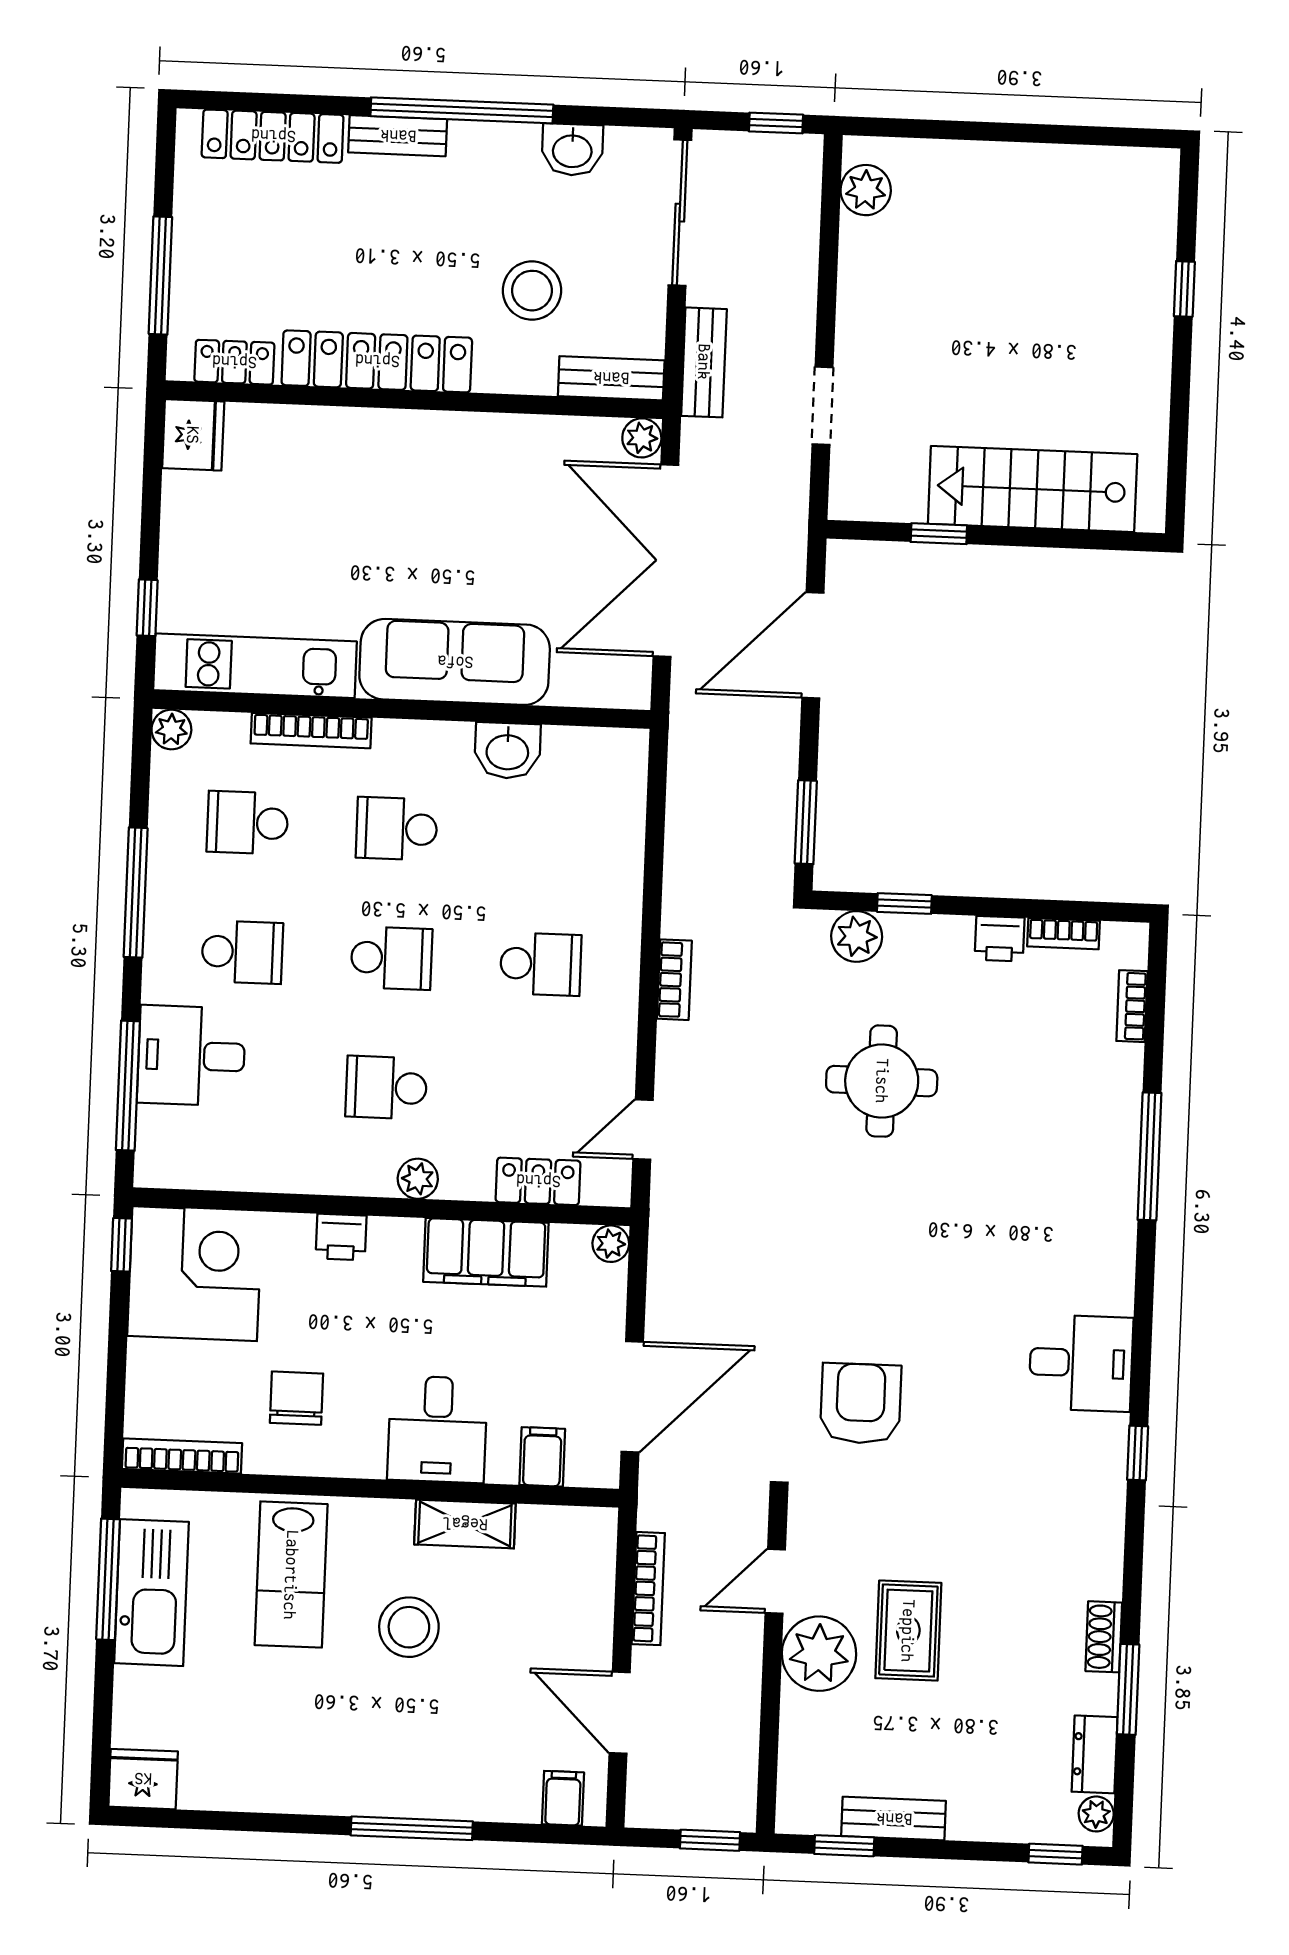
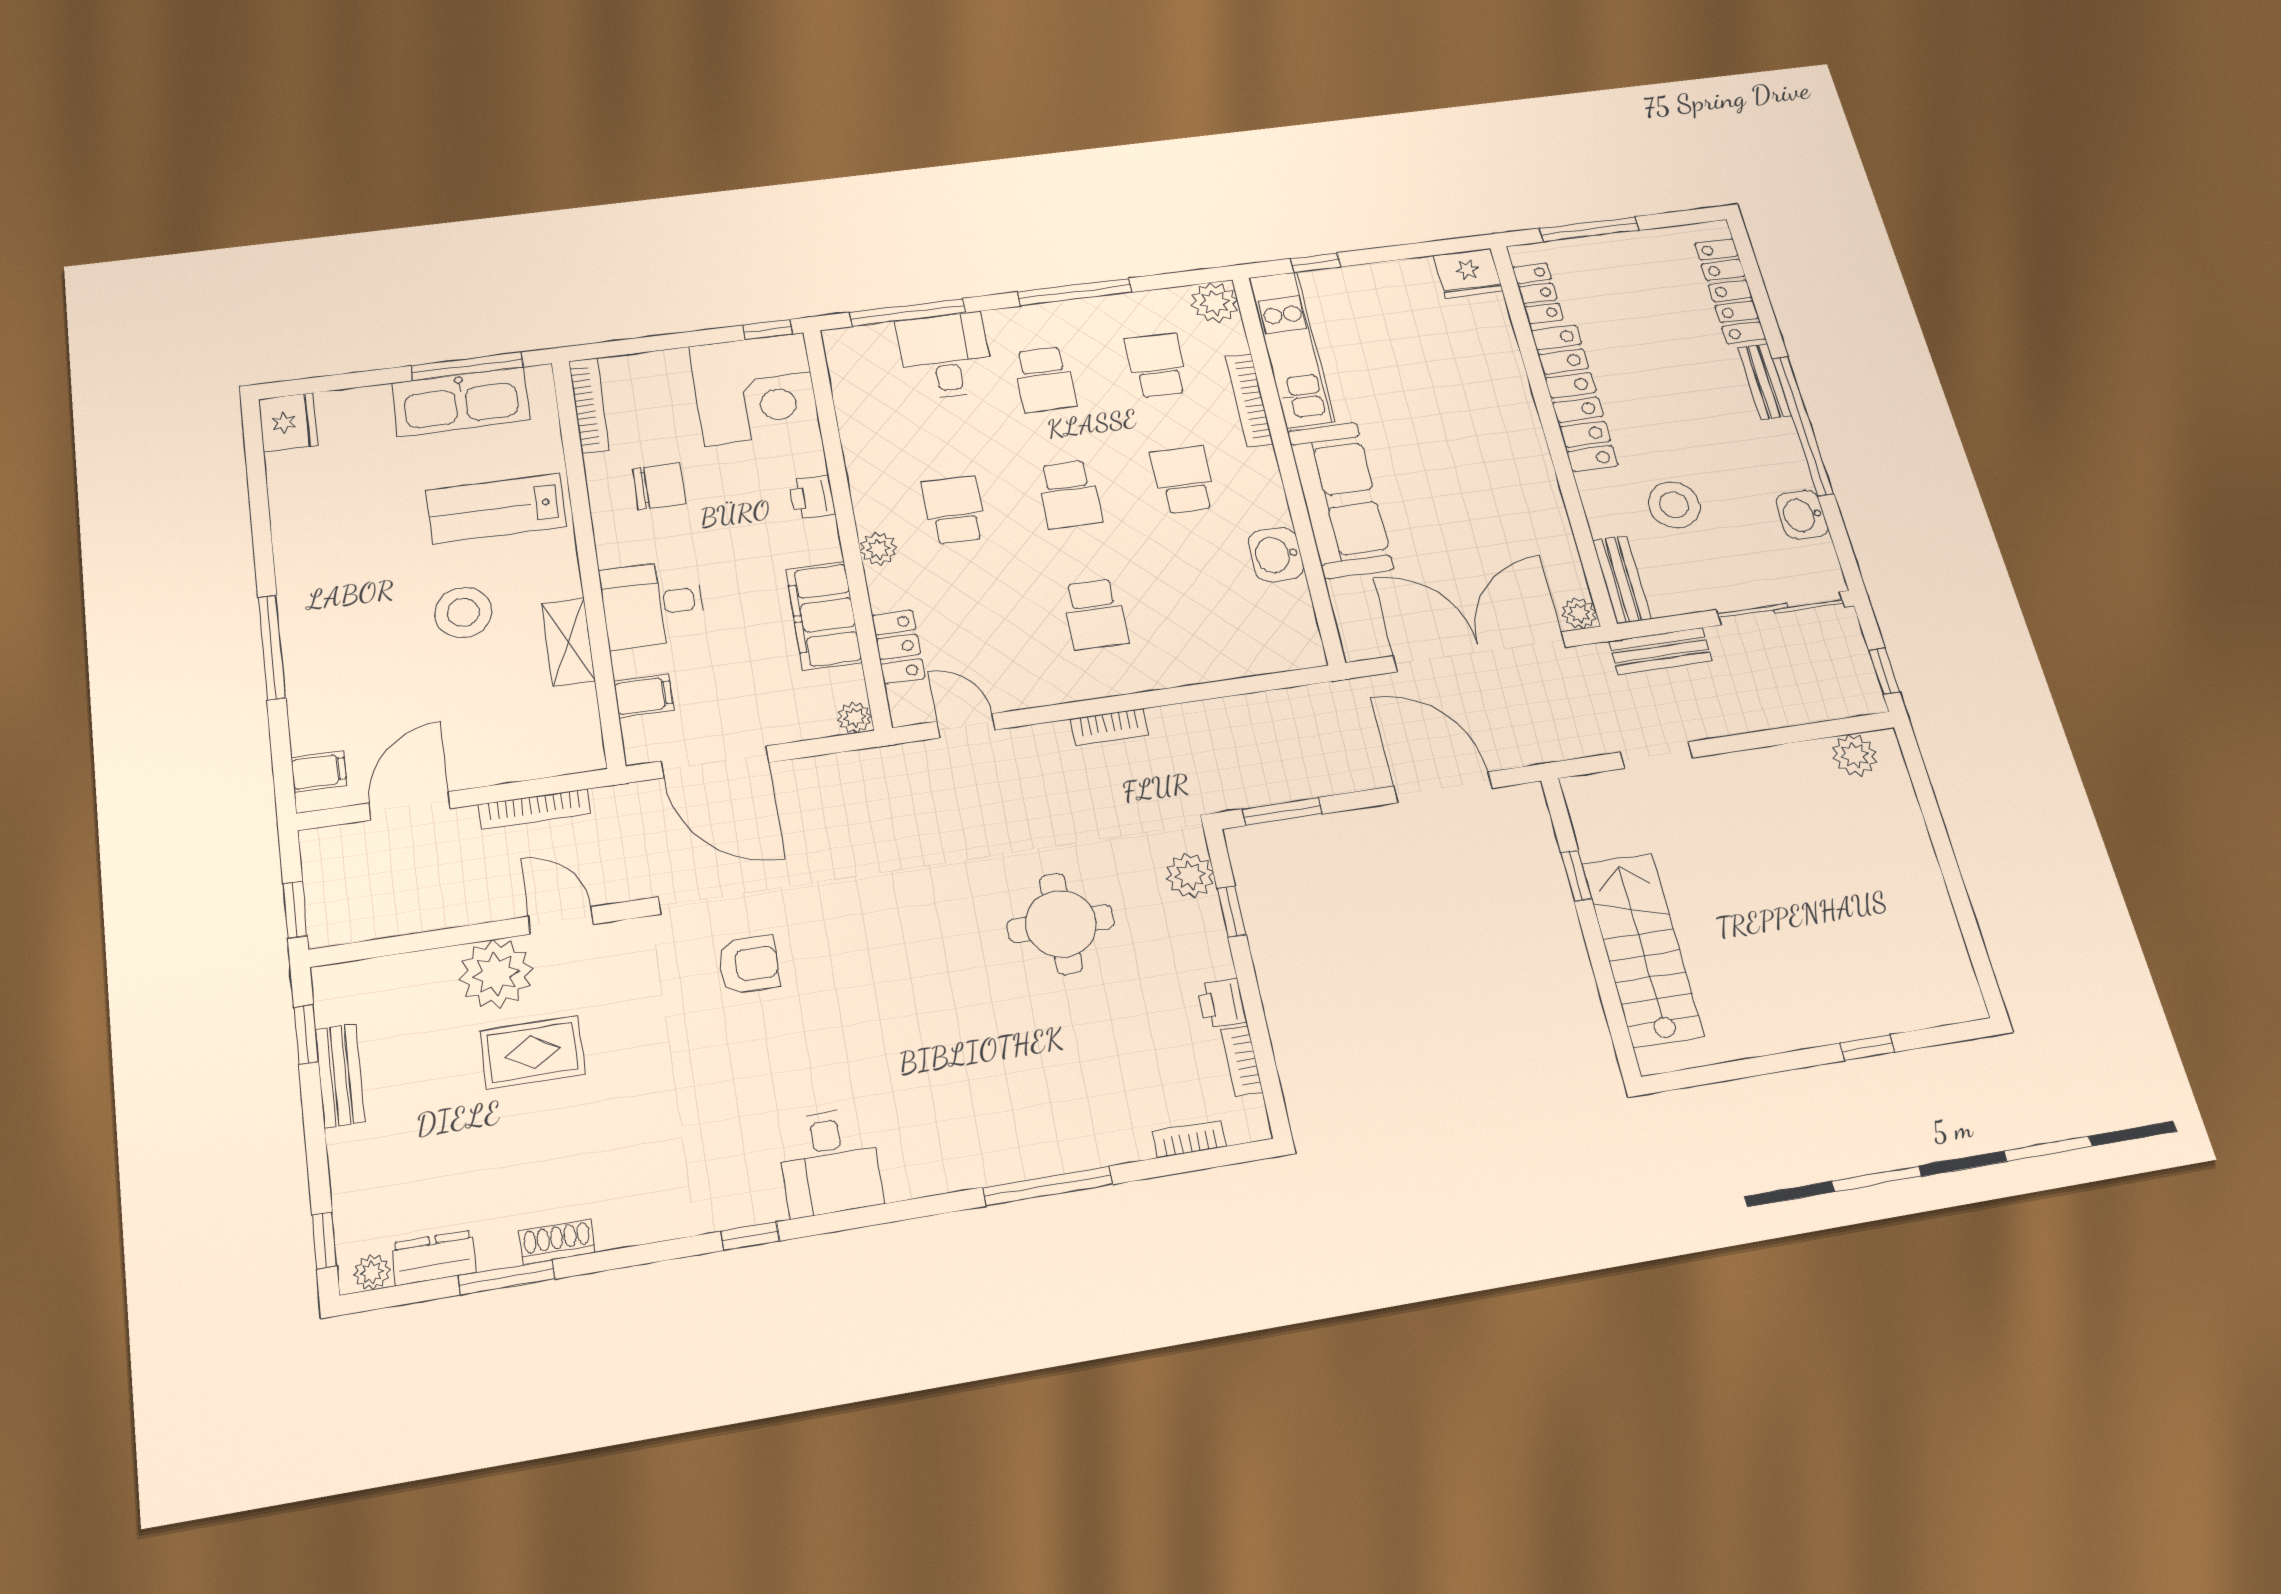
plant: (171, 729) -> (1215, 303), width x1.38, depth x1.38
armchair: (861, 1403) -> (749, 965), width x0.72, depth x0.72

